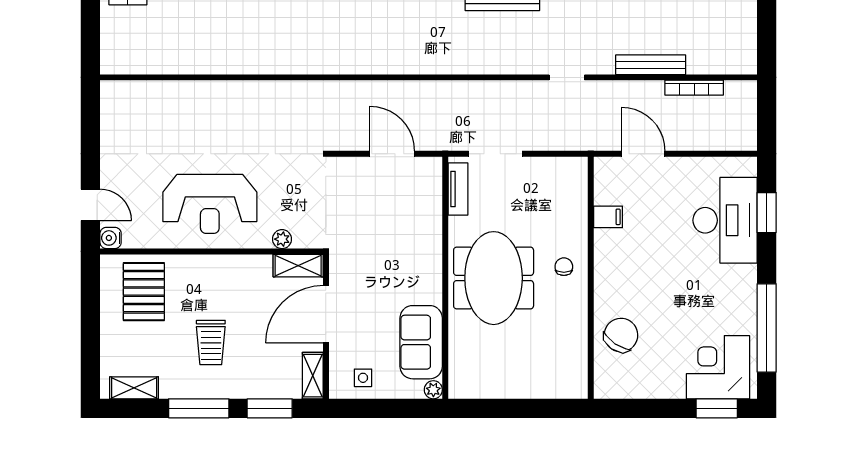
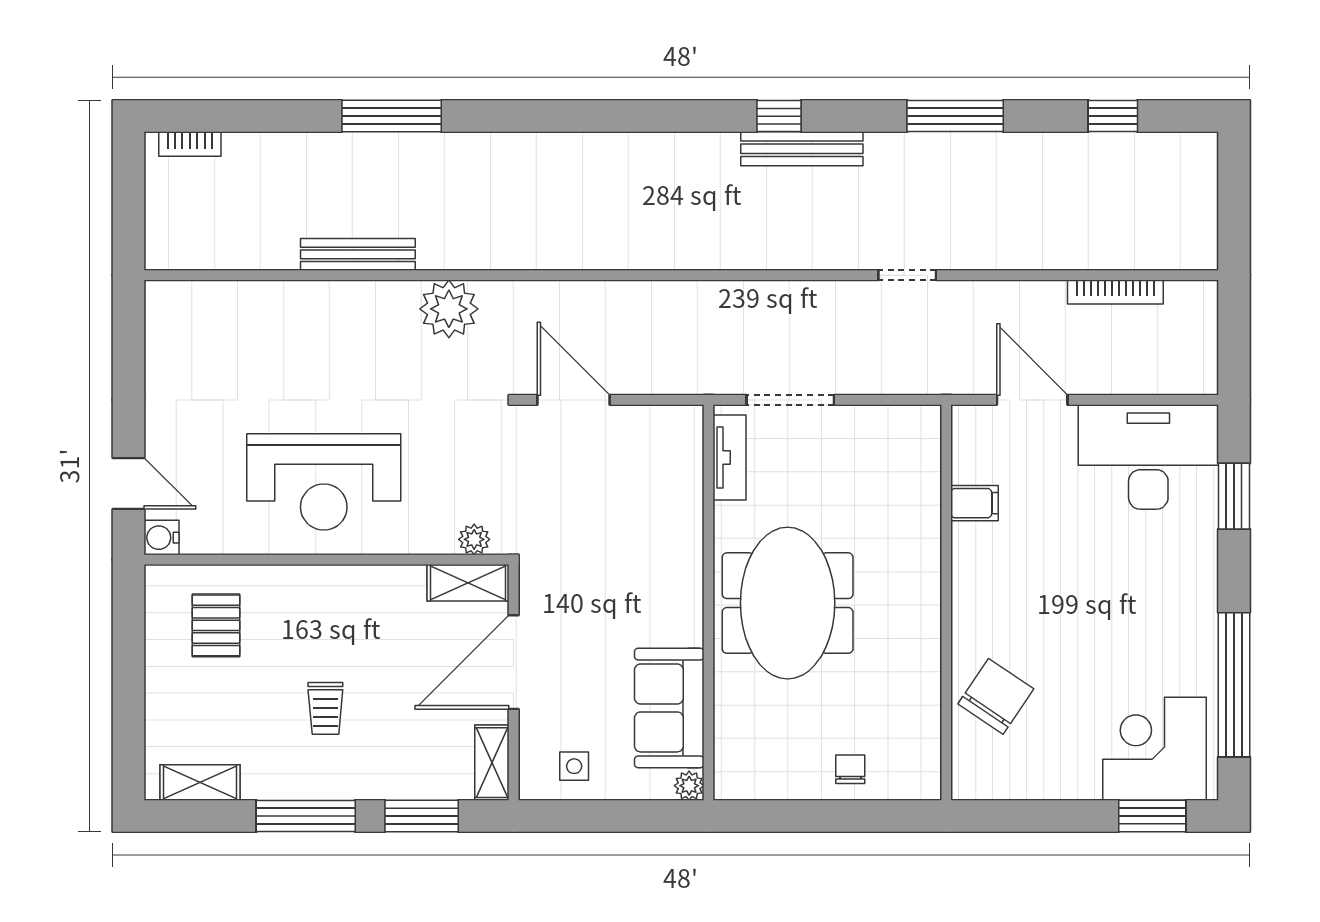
bench: (651, 65) -> (358, 254), moved
plant: (286, 98) -> (449, 309), added
door: (392, 154) -> (573, 400), moved
desk: (725, 220) -> (1148, 457), moved, turned -90
plant: (282, 239) -> (474, 539), moved
chair: (564, 267) -> (850, 769), moved
pallet: (144, 292) -> (216, 625), width x0.67, depth x0.71
trolley: (211, 342) -> (325, 708), width x0.73, depth x0.72

